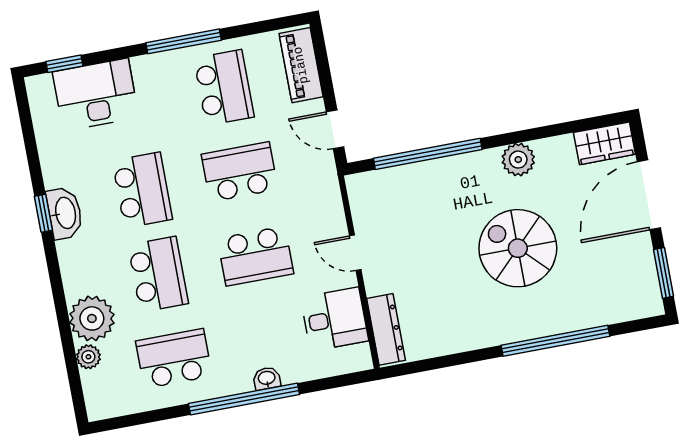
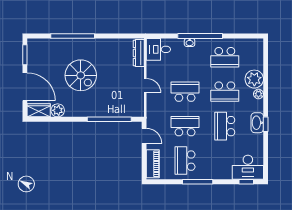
desk: (96, 95) -> (248, 167), moved
plant: (518, 160) -> (58, 110), moved
school desk: (240, 172) -> (185, 126), turned 180
door: (649, 195) -> (25, 87), hinge flipped
school desk: (158, 274) -> (225, 92), turned -90
desk: (334, 319) -> (158, 49), moved
plant: (88, 357) -> (258, 94), moved

